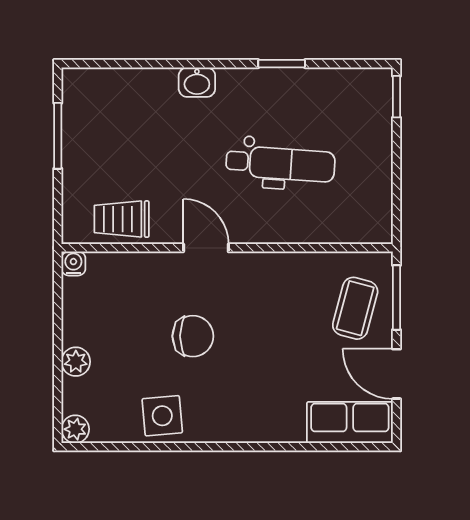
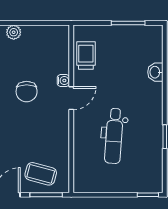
washbasin: (197, 82) -> (155, 72), moved
water cooler: (73, 264) -> (63, 80), moved

